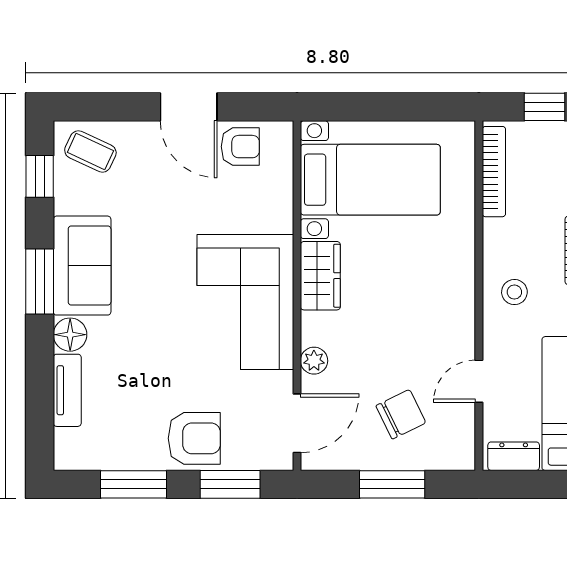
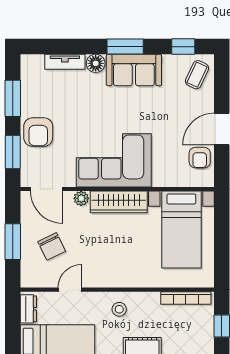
wardrobe: (320, 276) -> (119, 202), width x1.50
door: (479, 381) -> (70, 290), hinge flipped

